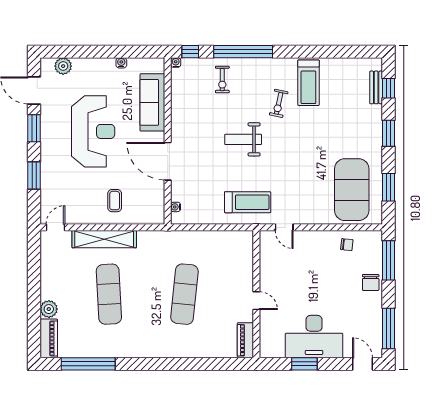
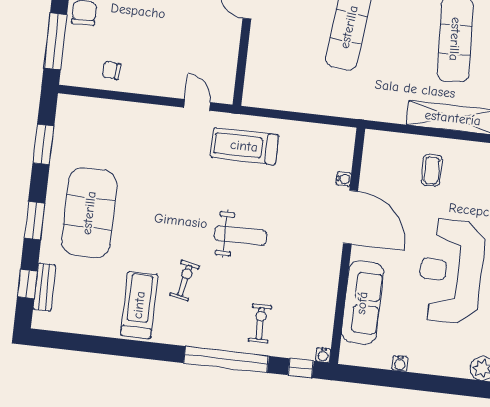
exercise mat: (352, 190) -> (89, 213), moved
water cooler: (176, 207) -> (344, 179), moved

